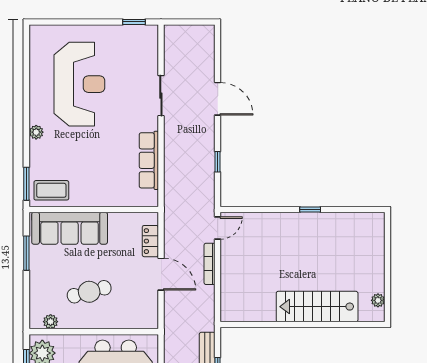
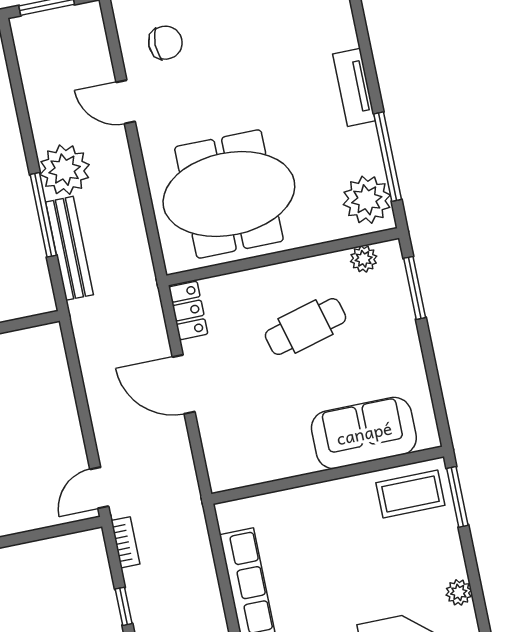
sofa: (70, 228) -> (364, 433), width x0.73
locker: (150, 241) -> (188, 310), moved
window: (26, 253) -> (415, 288), moved
bookcase: (210, 264) -> (125, 542), moved, width x0.64

